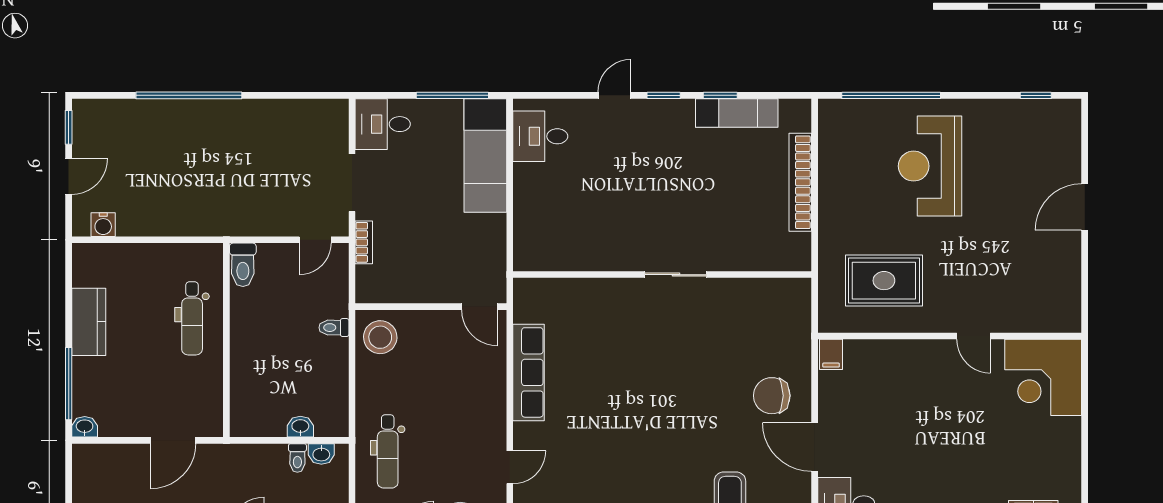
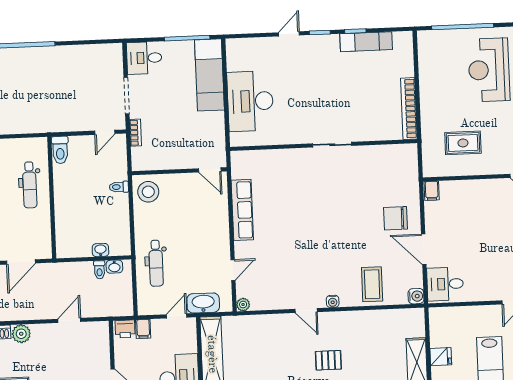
desk: (540, 136) -> (250, 101), moved, width x1.87, depth x1.30
bookcase: (800, 182) -> (409, 109), moved
rug: (884, 281) -> (463, 143), width x0.73, depth x0.70

